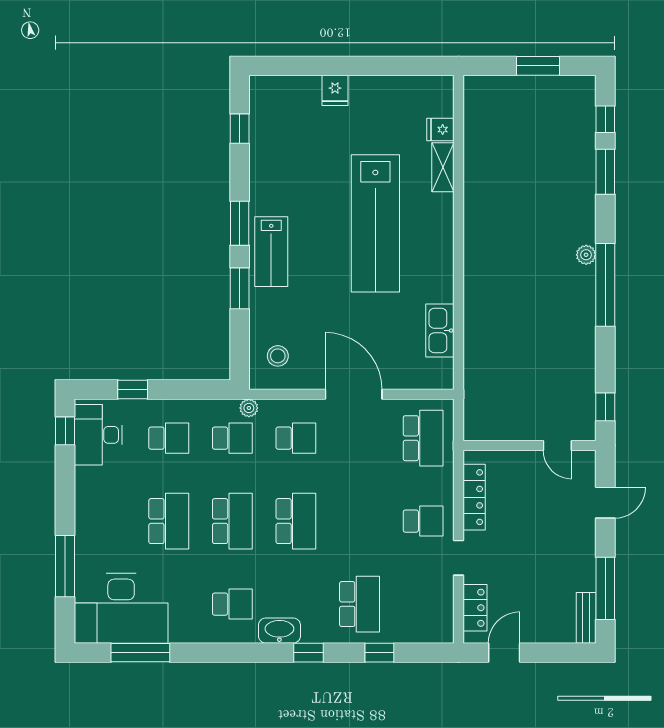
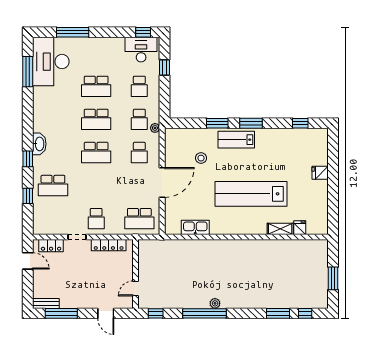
plant: (586, 255) -> (215, 303), moved
window: (605, 285) -> (205, 313), moved
stool: (278, 356) -> (201, 158), moved
school desk: (232, 604) -> (53, 119), removed

